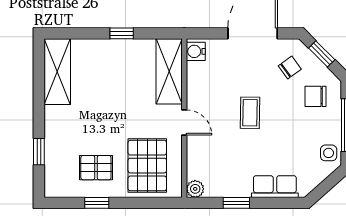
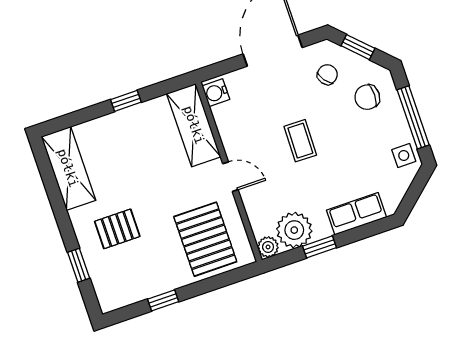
pallet: (96, 168) -> (117, 229), moved
plant: (221, 183) -> (294, 230), added

